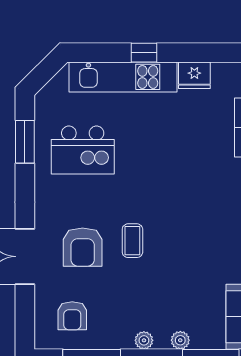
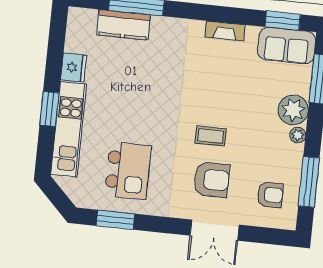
window: (144, 53) -> (49, 109), width x1.50
plant: (180, 340) -> (293, 110), width x1.88, depth x1.88

